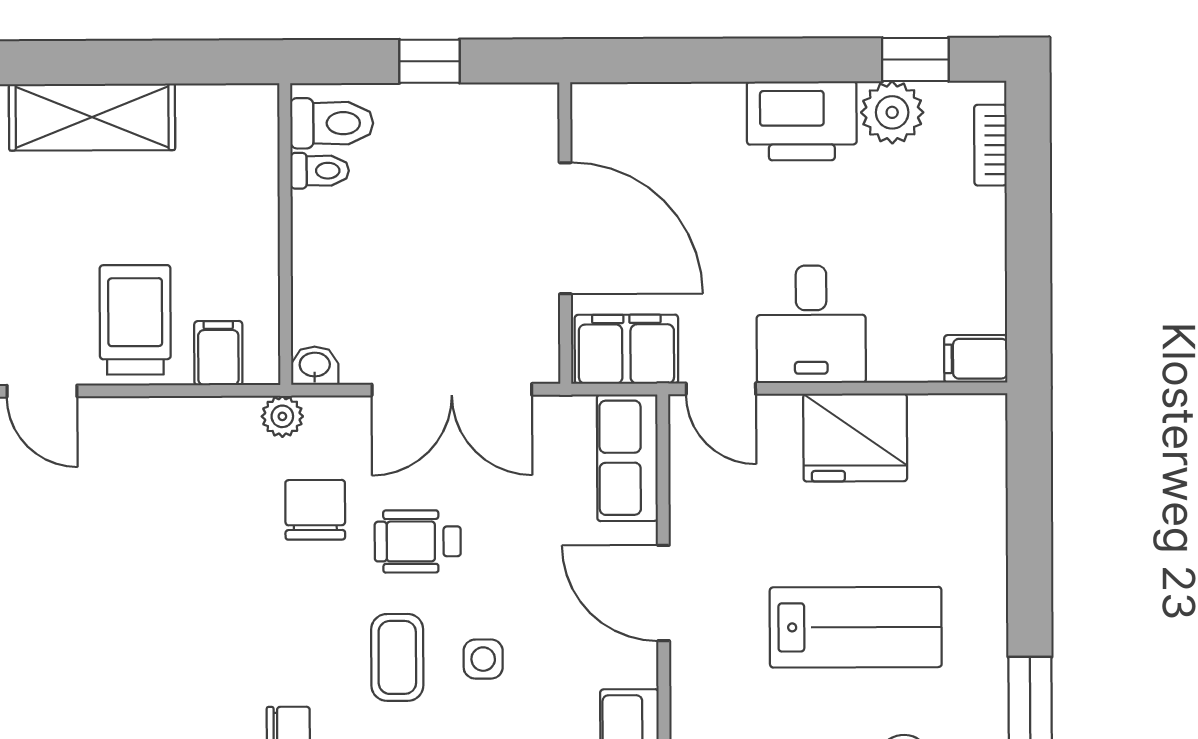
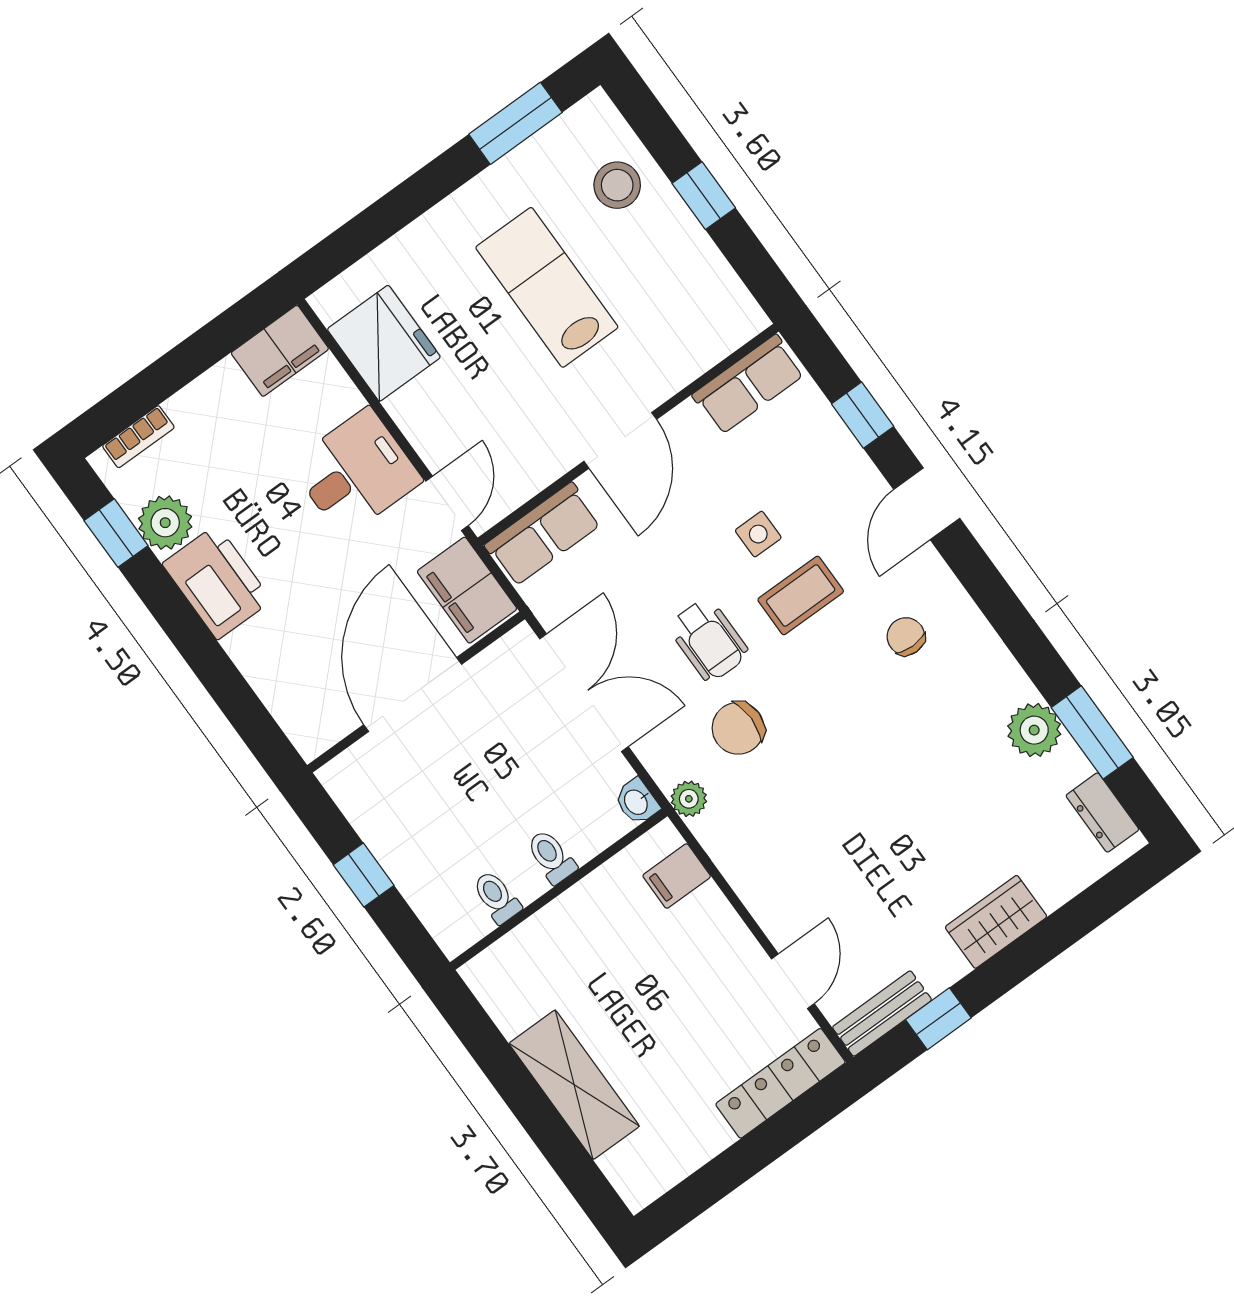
toilet: (332, 123) -> (551, 857), moved, width x0.73, depth x0.72
trolley: (135, 320) -> (695, 952), removed
filing cabinet: (976, 359) -> (280, 351), width x2.00
fridge: (855, 437) -> (384, 343), moved

